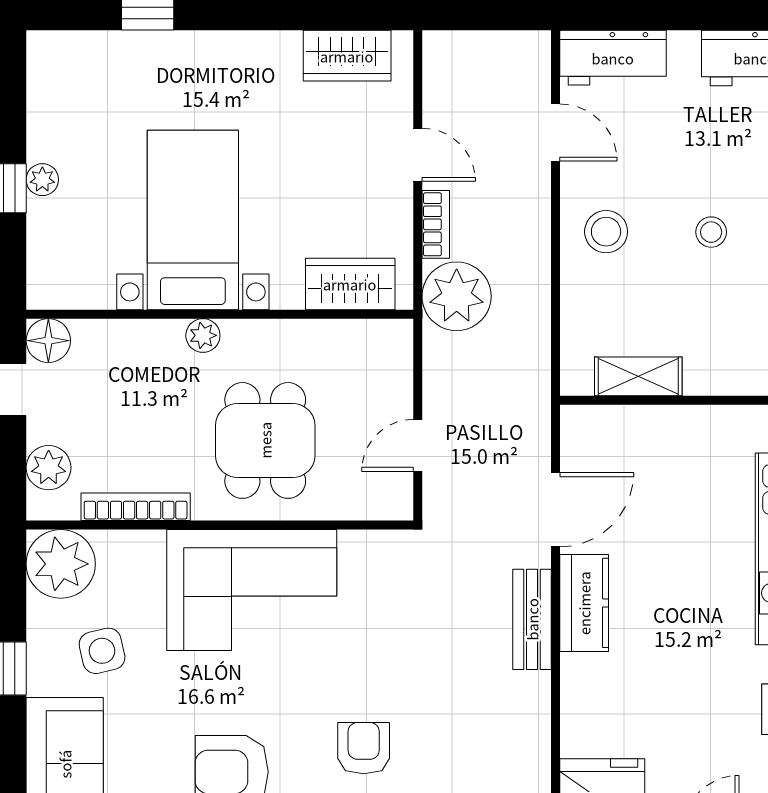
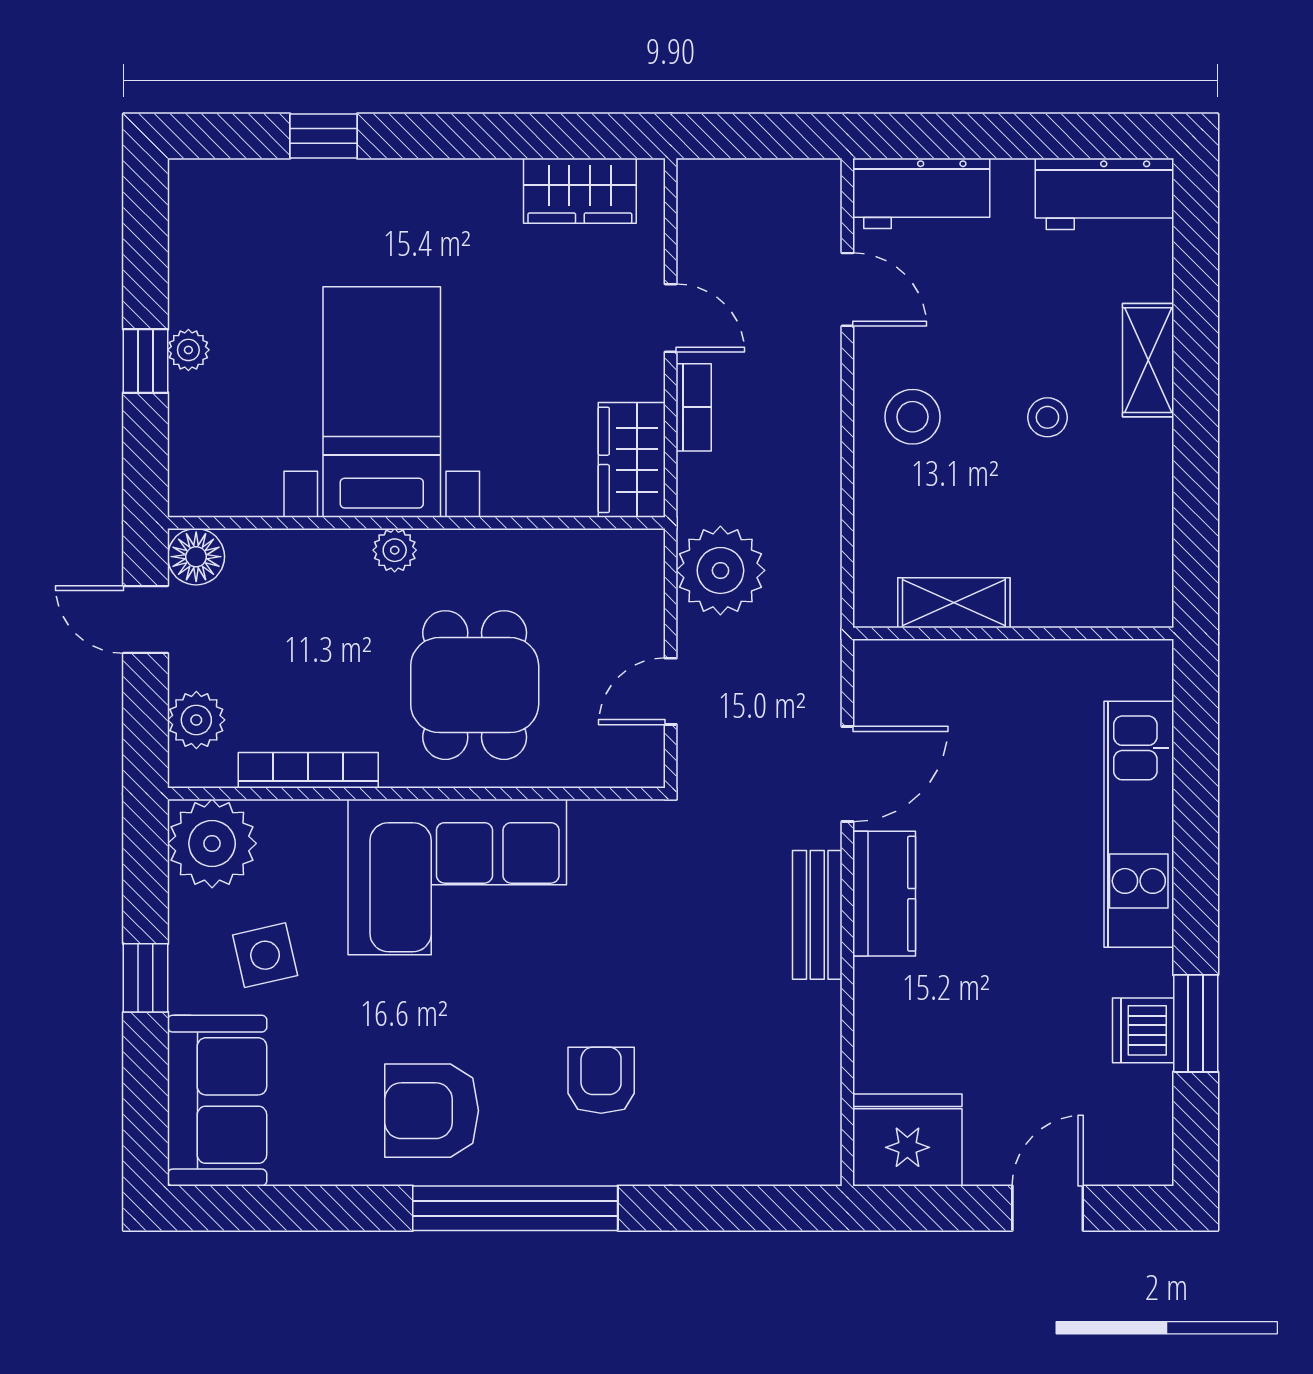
wardrobe: (350, 284) -> (632, 460), moved, turned -90
plant: (457, 296) -> (720, 570), moved

